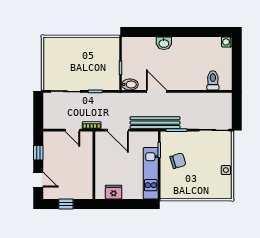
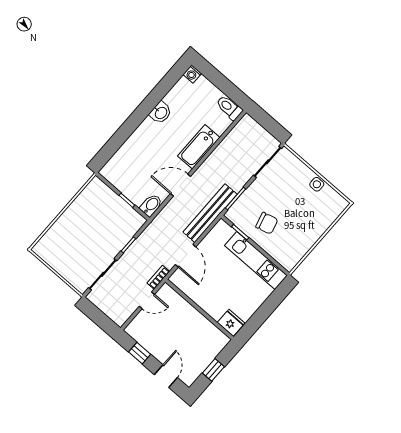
washbasin: (164, 43) -> (161, 113), moved
toilet: (213, 80) -> (229, 108), moved
bathtub: (188, 82) -> (199, 147), added
door: (118, 130) -> (186, 256), hinge flipped
chair: (178, 161) -> (267, 223), turned 92
door: (38, 180) -> (166, 376), hinge flipped
fridge: (114, 192) -> (231, 323), moved, turned 90

